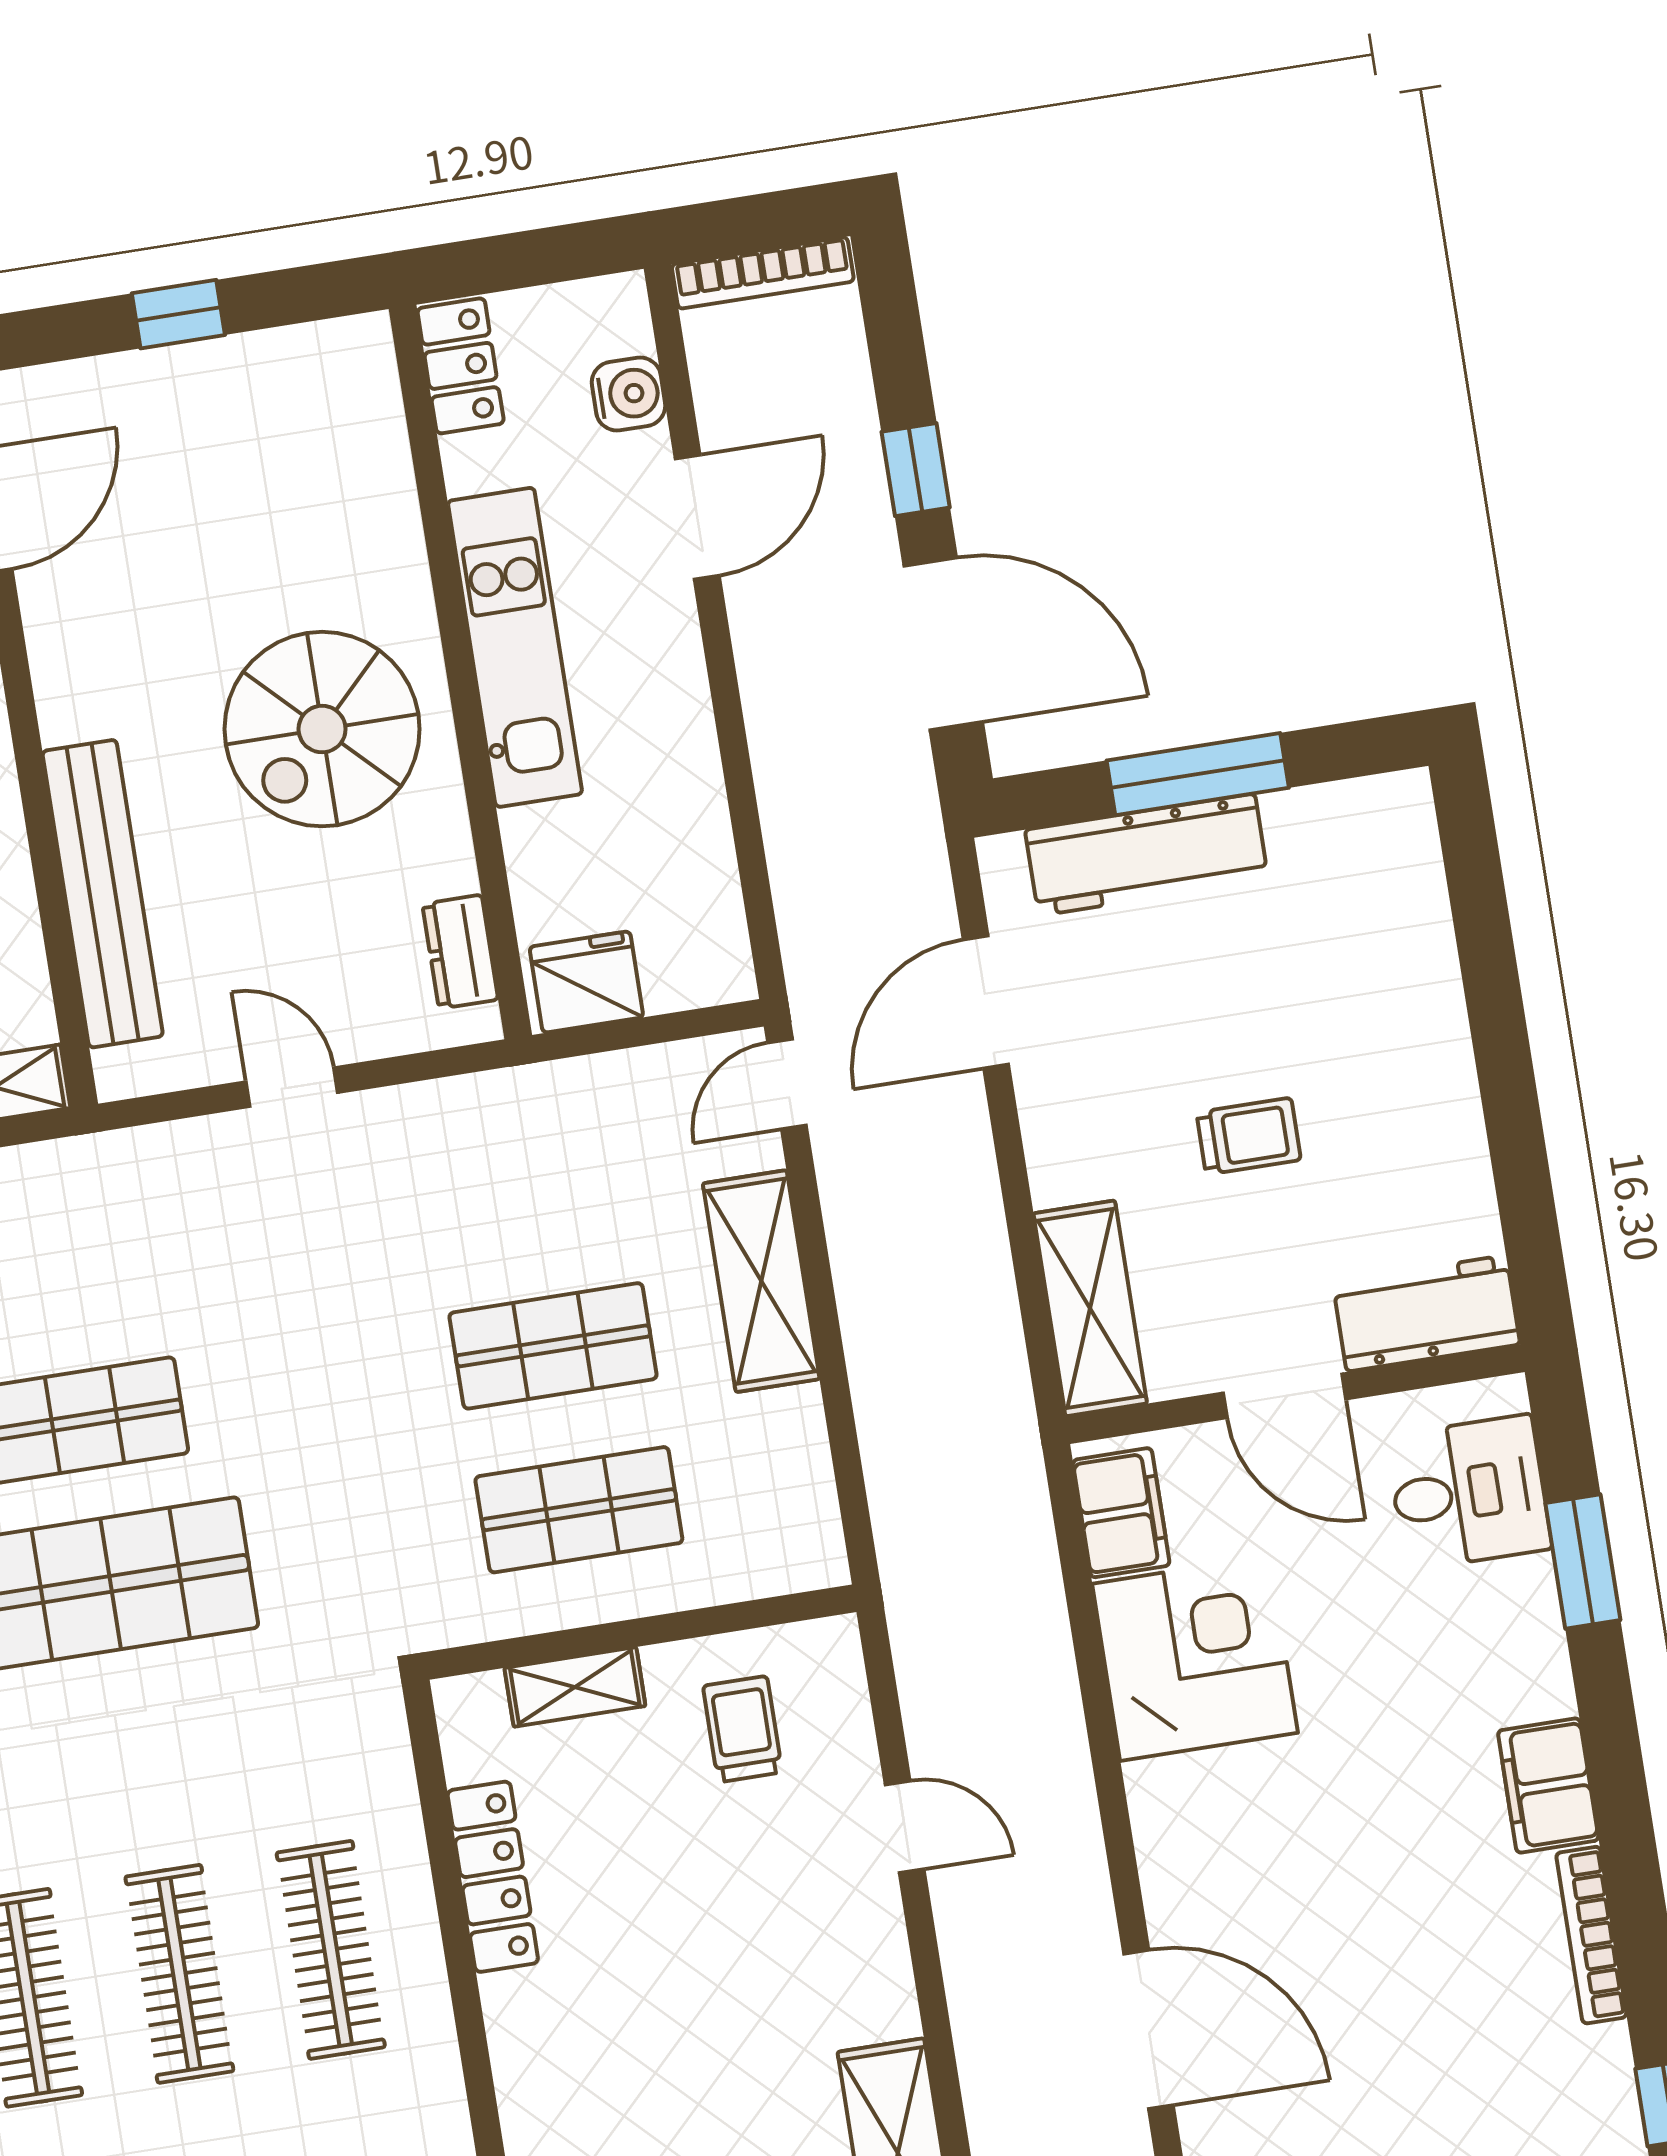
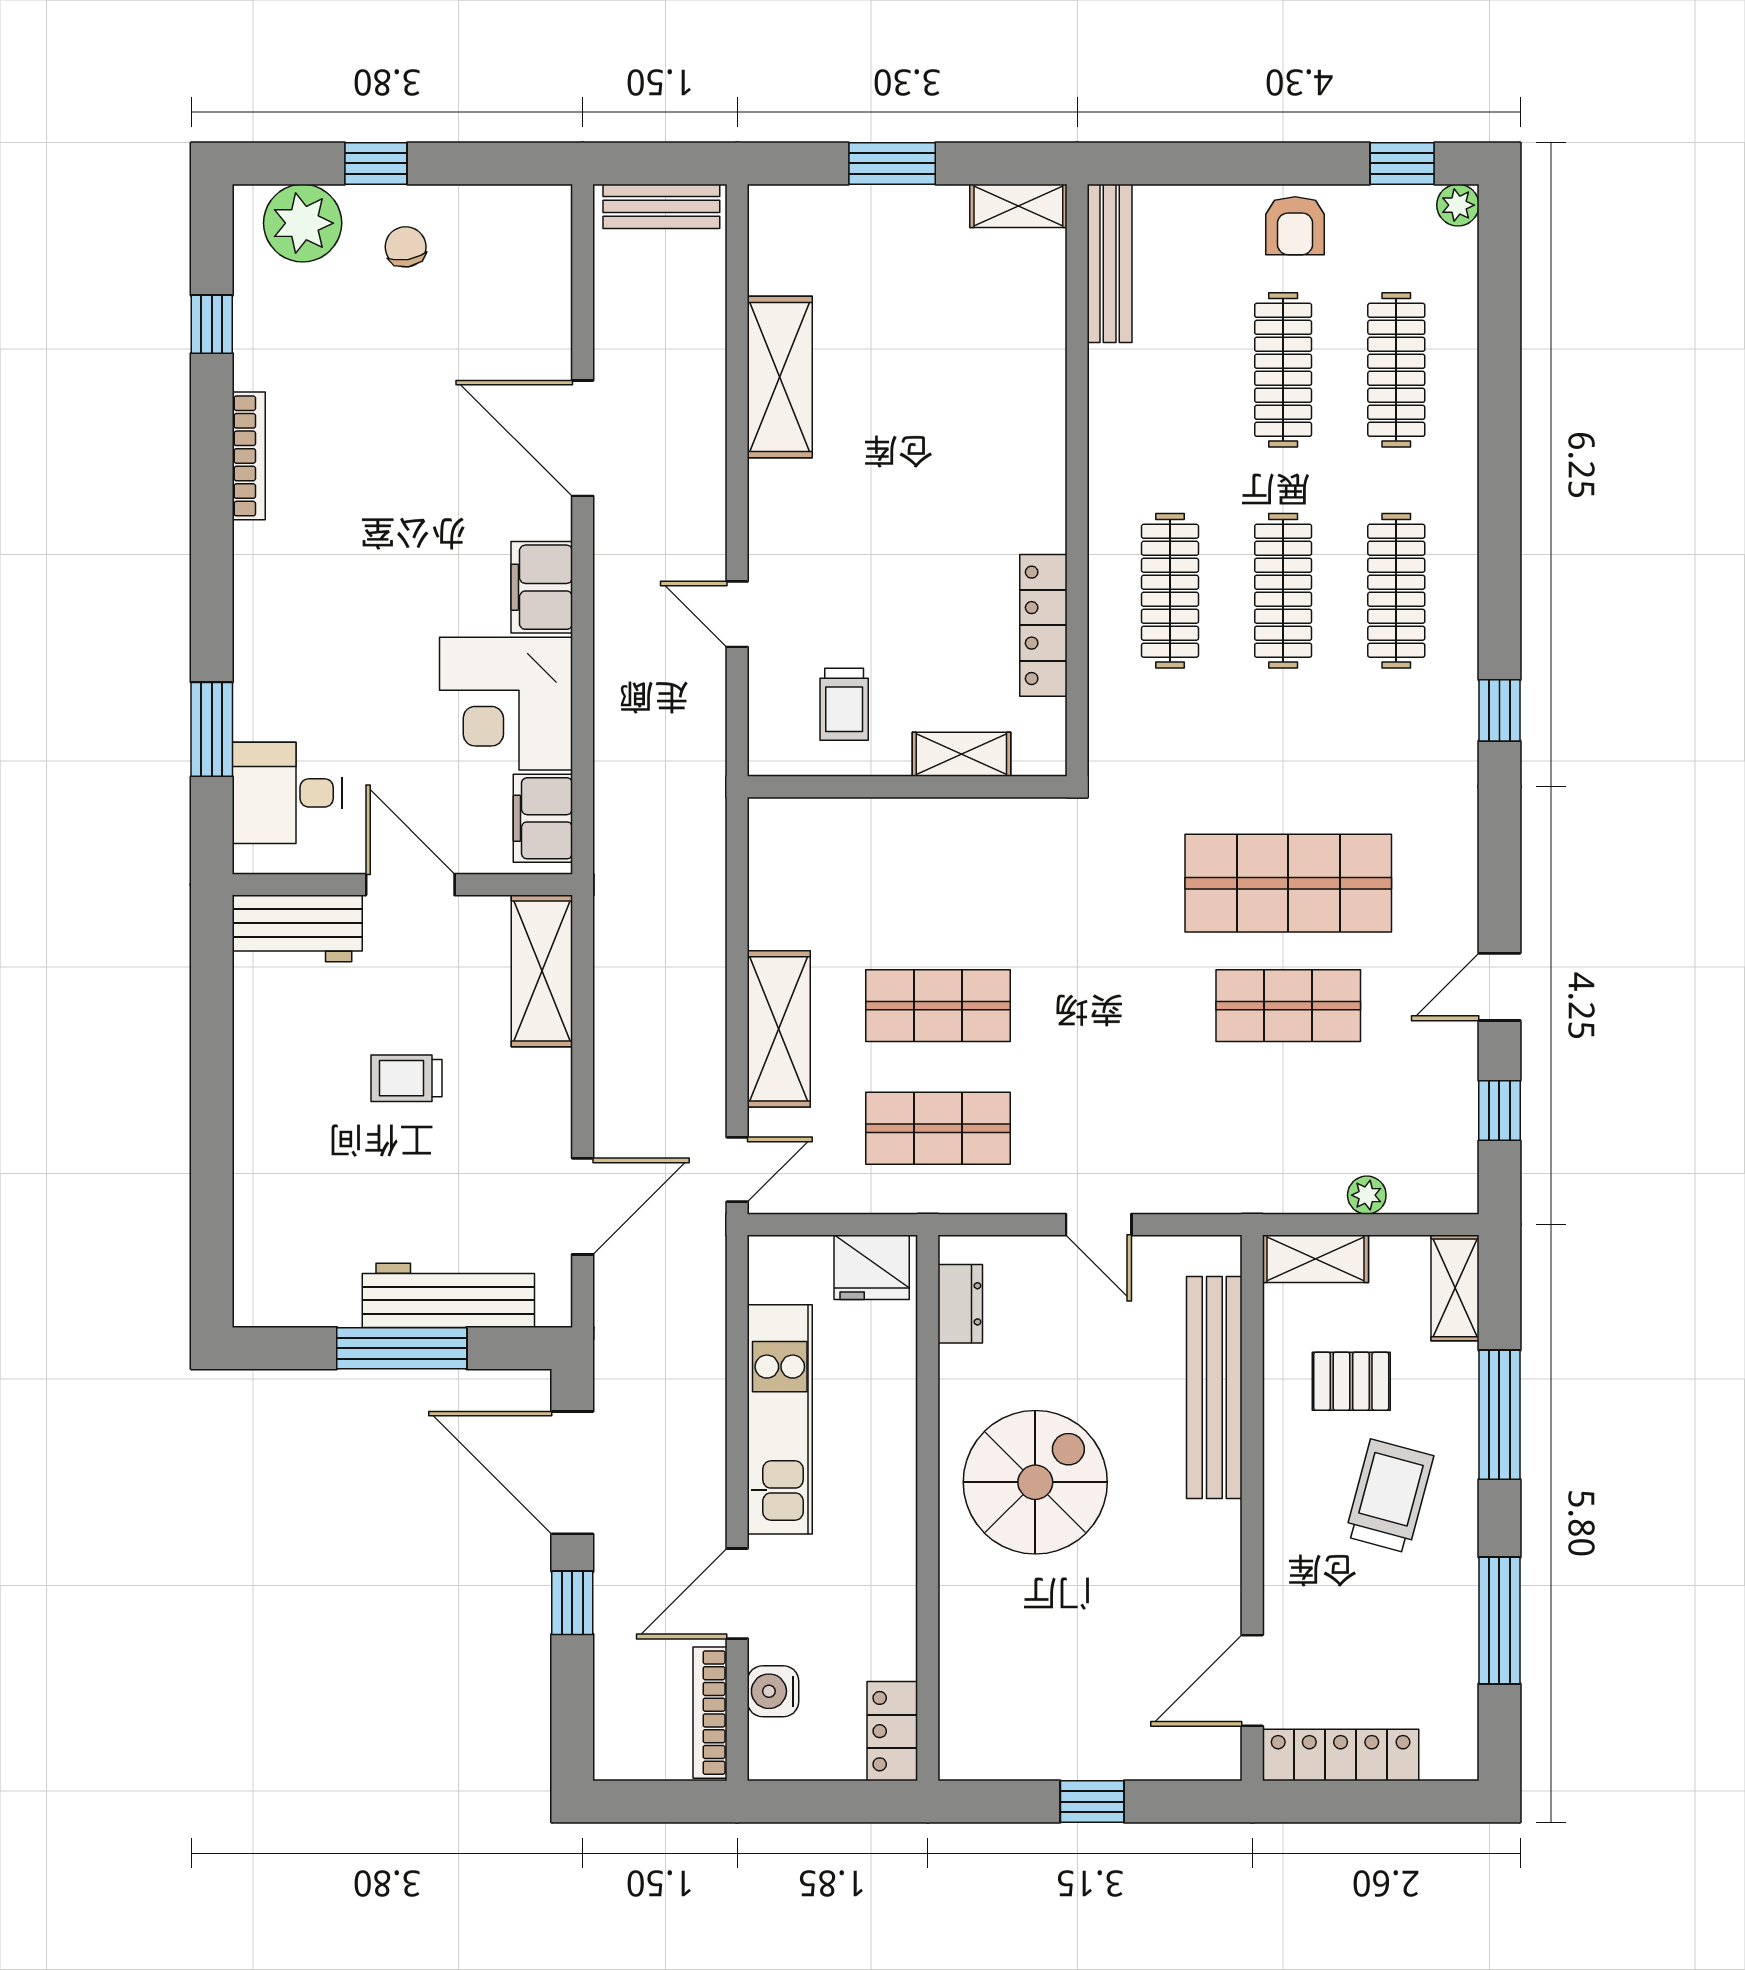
bookcase: (763, 273) -> (710, 1713), moved, turned -90
kitchen unit: (515, 647) -> (780, 1419), moved, turned 180
shop shelf: (579, 1510) -> (938, 1128), moved
filing cabinet: (1548, 1786) -> (542, 587), moved, turned 180

